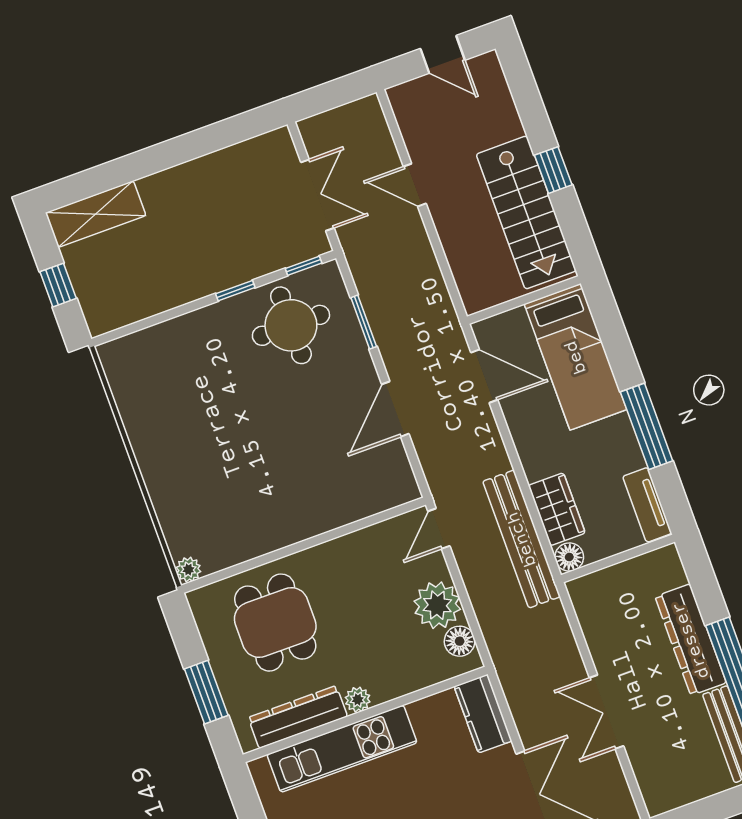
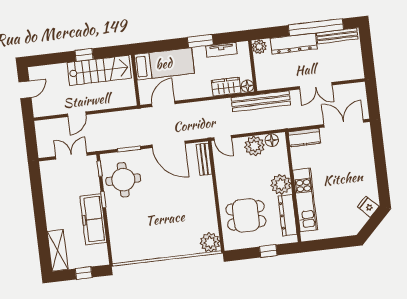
freezer: (185, 279) -> (93, 219), added
door: (395, 409) -> (168, 144), width x1.36
window: (647, 426) -> (200, 41), width x0.69
bench: (380, 498) -> (204, 159), added
tv unit: (647, 505) -> (221, 50), moved
bench: (522, 539) -> (261, 101), moved
plant: (665, 563) -> (259, 47), added
plant: (188, 570) -> (210, 242), width x1.88, depth x1.88
window: (206, 692) -> (268, 251), width x0.67
plant: (358, 700) -> (281, 184), width x1.87, depth x1.87

